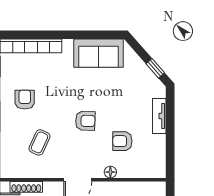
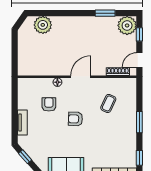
armchair: (25, 100) -> (119, 134), removed
armchair: (122, 141) -> (49, 104), turned -90

